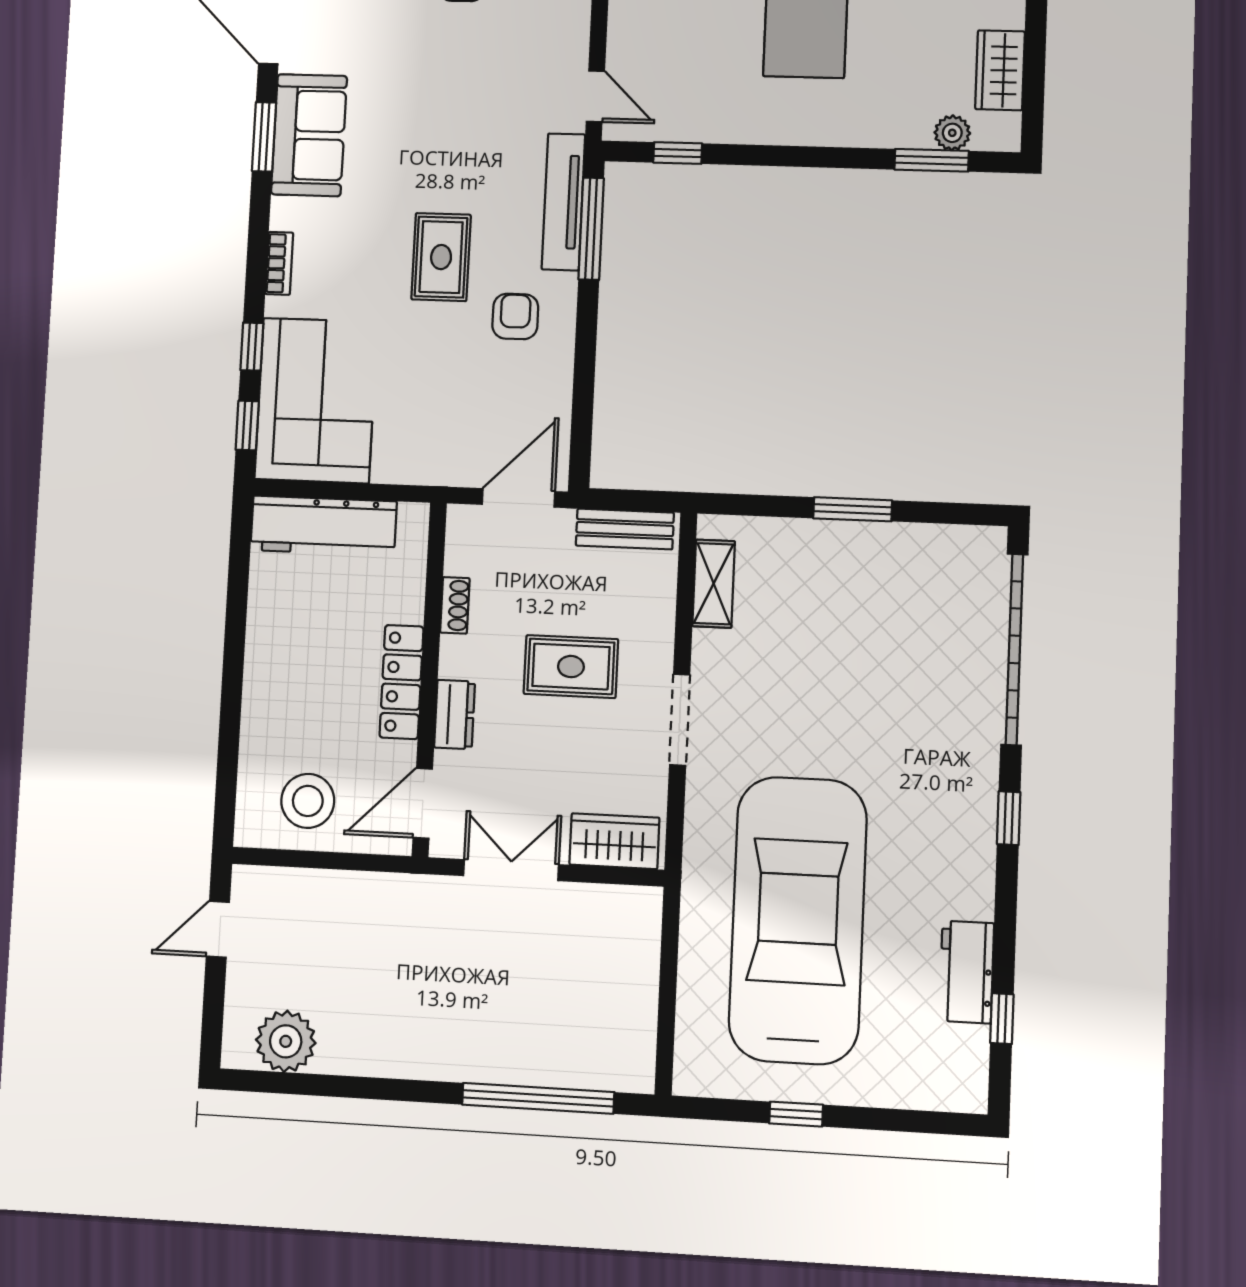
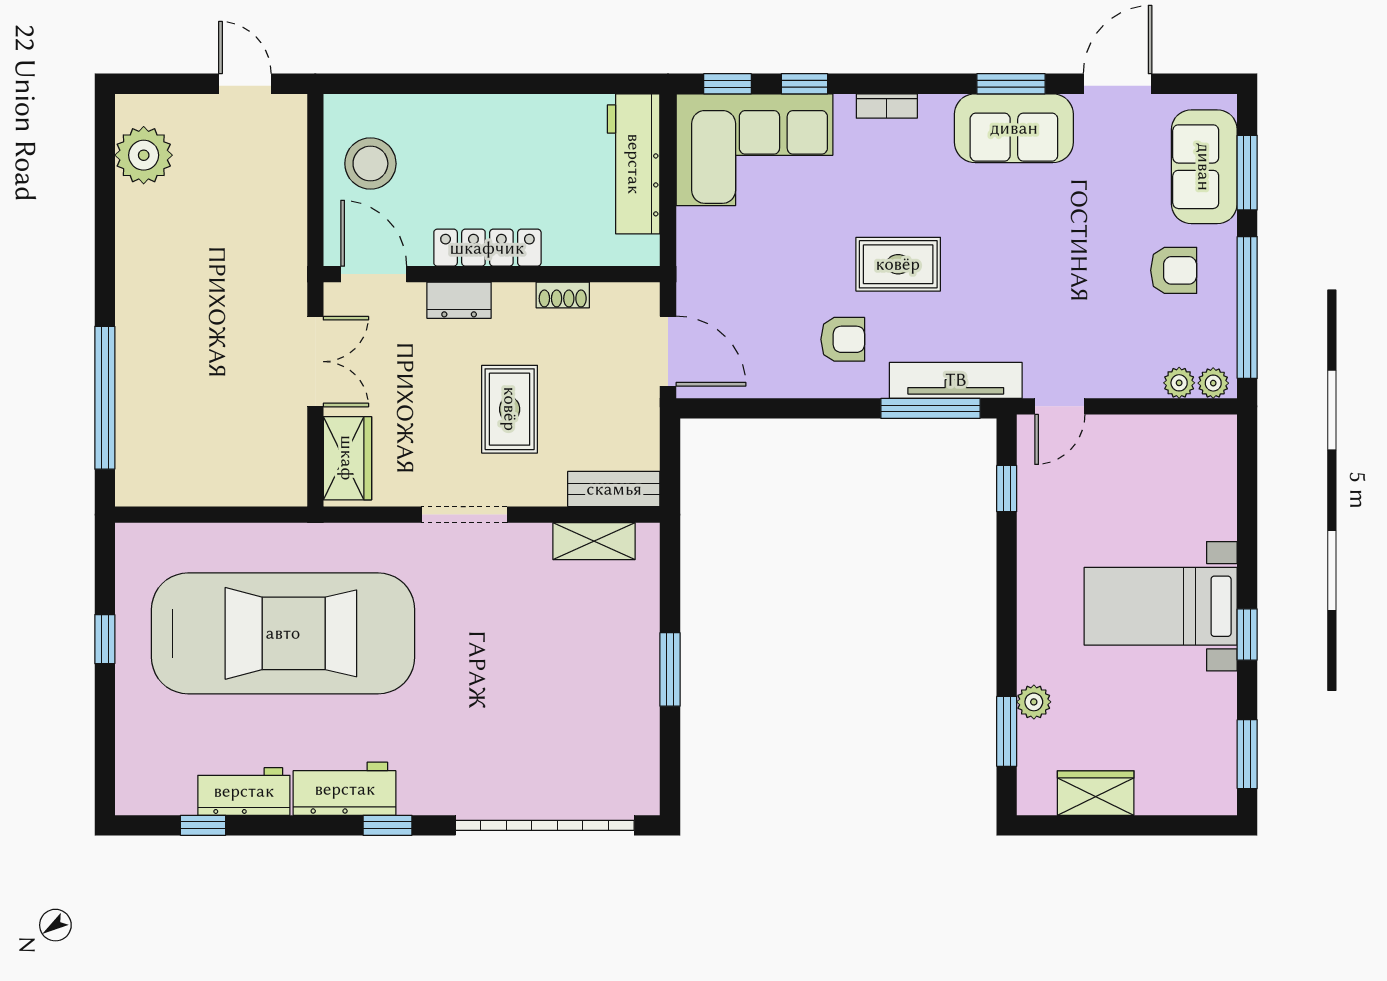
plant: (952, 133) -> (1034, 702), moved
bench: (625, 529) -> (614, 489), moved, turned 90
workbench: (968, 863) -> (345, 789), added

